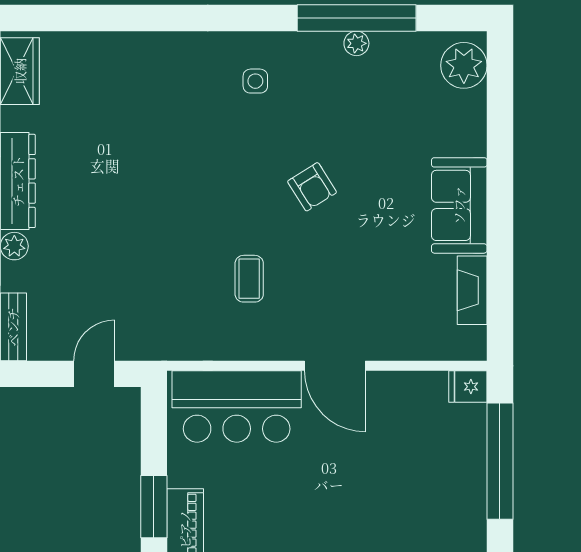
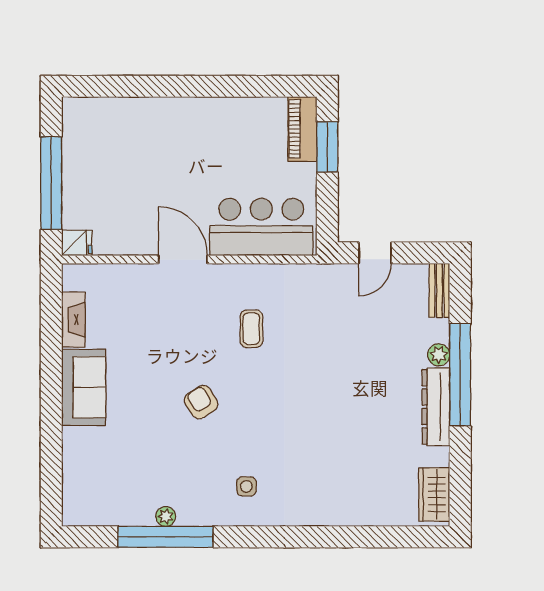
plant: (464, 65) -> (80, 499), removed

